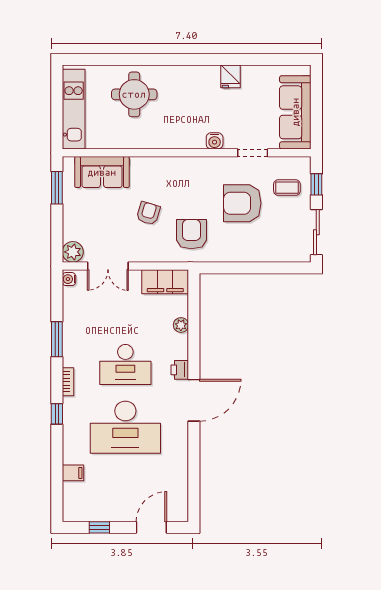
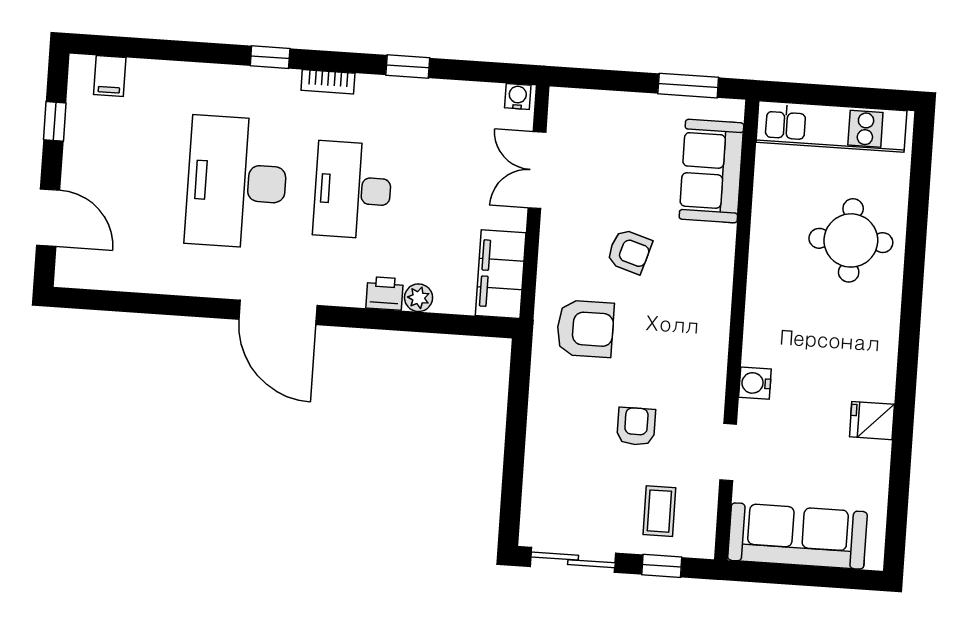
armchair: (242, 203) -> (636, 426), width x0.53, depth x0.53
plant: (73, 252) -> (567, 107), removed
window: (57, 339) -> (408, 66), width x0.67
printer: (180, 370) -> (385, 293), moved
filing cabinet: (73, 473) -> (110, 76), moved

